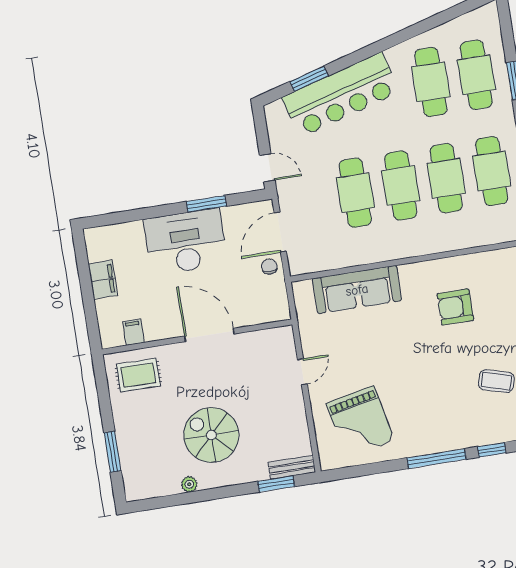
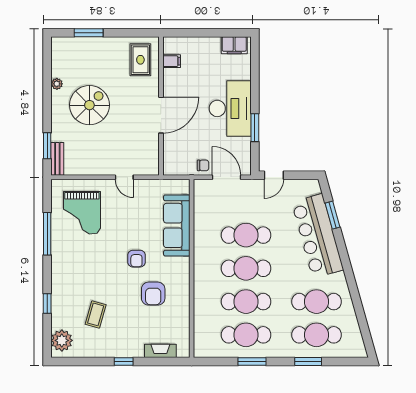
filing cabinet: (103, 280) -> (234, 45), moved
armchair: (455, 307) -> (153, 294), turned 180
armchair: (411, 337) -> (136, 259), added
grand piano: (360, 422) -> (82, 213), turned -78
window: (436, 459) -> (47, 234), moved

